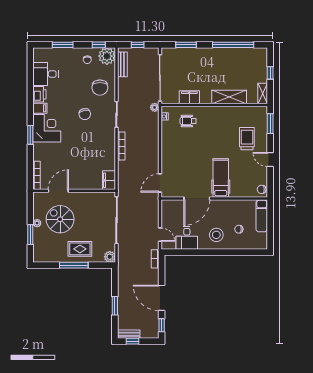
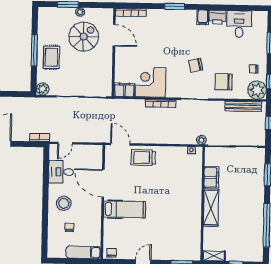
bench: (122, 64) -> (243, 106), width x1.36
shelving: (229, 97) -> (211, 208), moved
wheelchair: (188, 121) -> (186, 176), removed
corner desk: (47, 128) -> (151, 82), moved, turned 180
trolley: (247, 139) -> (143, 157), moved, turned 180

